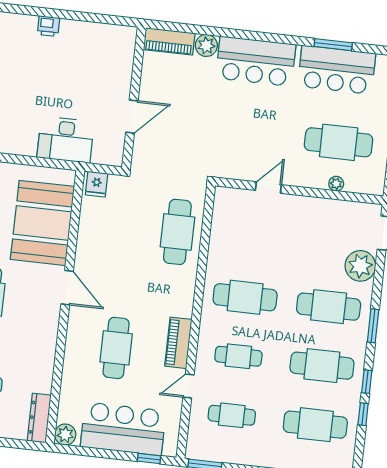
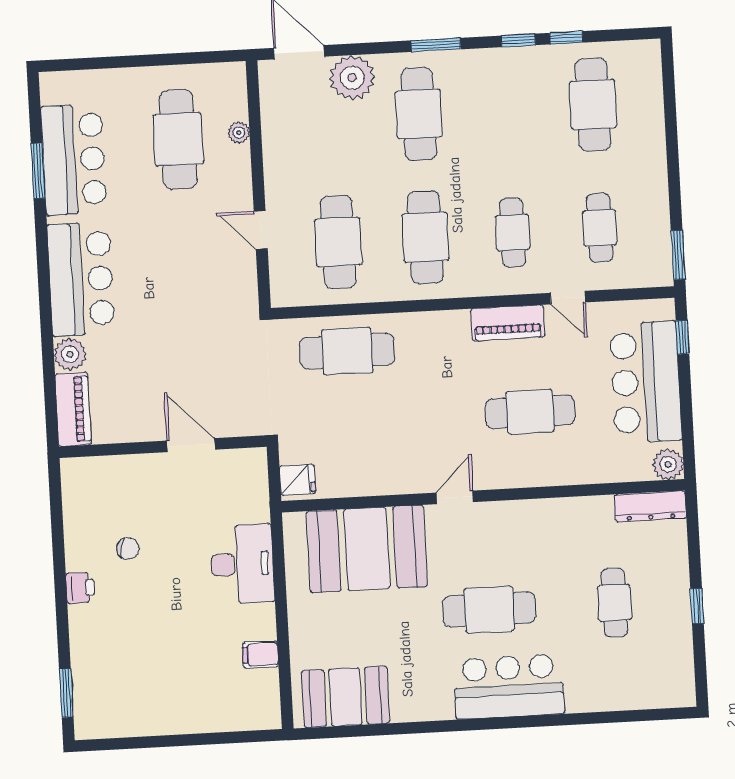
chair: (69, 63) -> (128, 549), added
desk: (66, 140) -> (242, 564), moved
door: (67, 288) -> (455, 497), width x0.73
cafe table: (322, 366) -> (338, 242), moved

